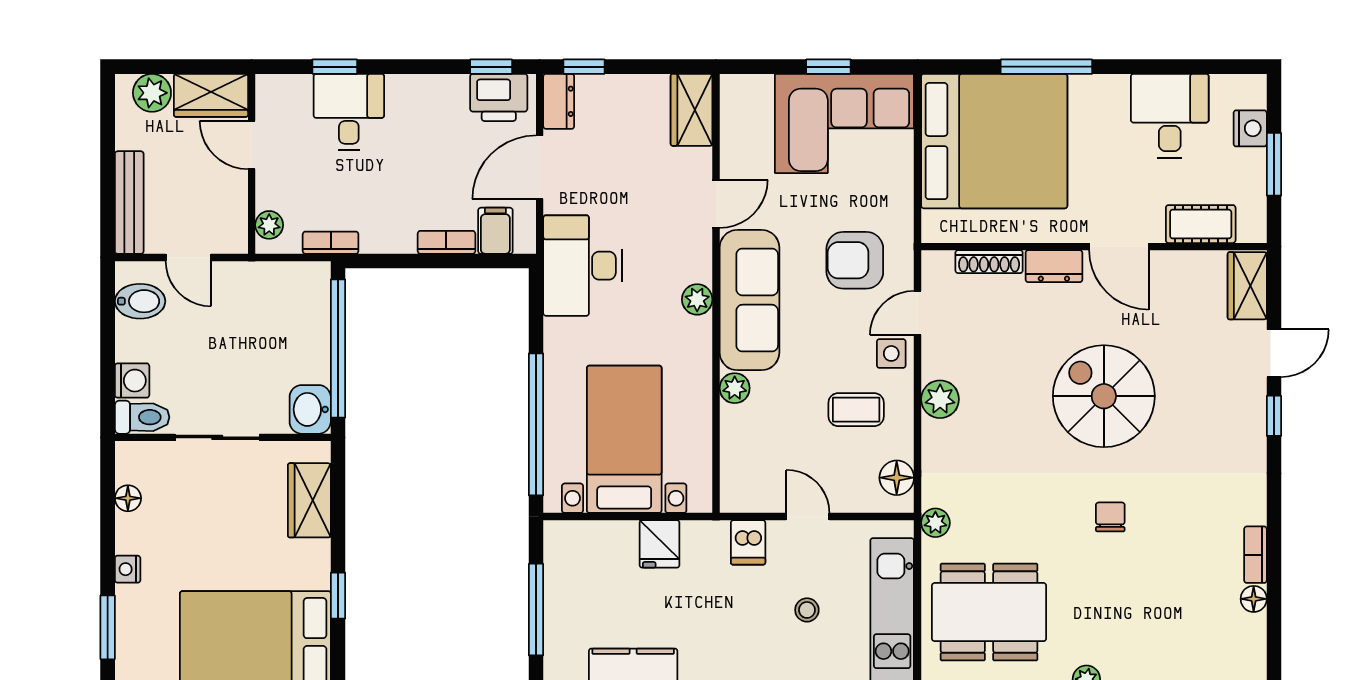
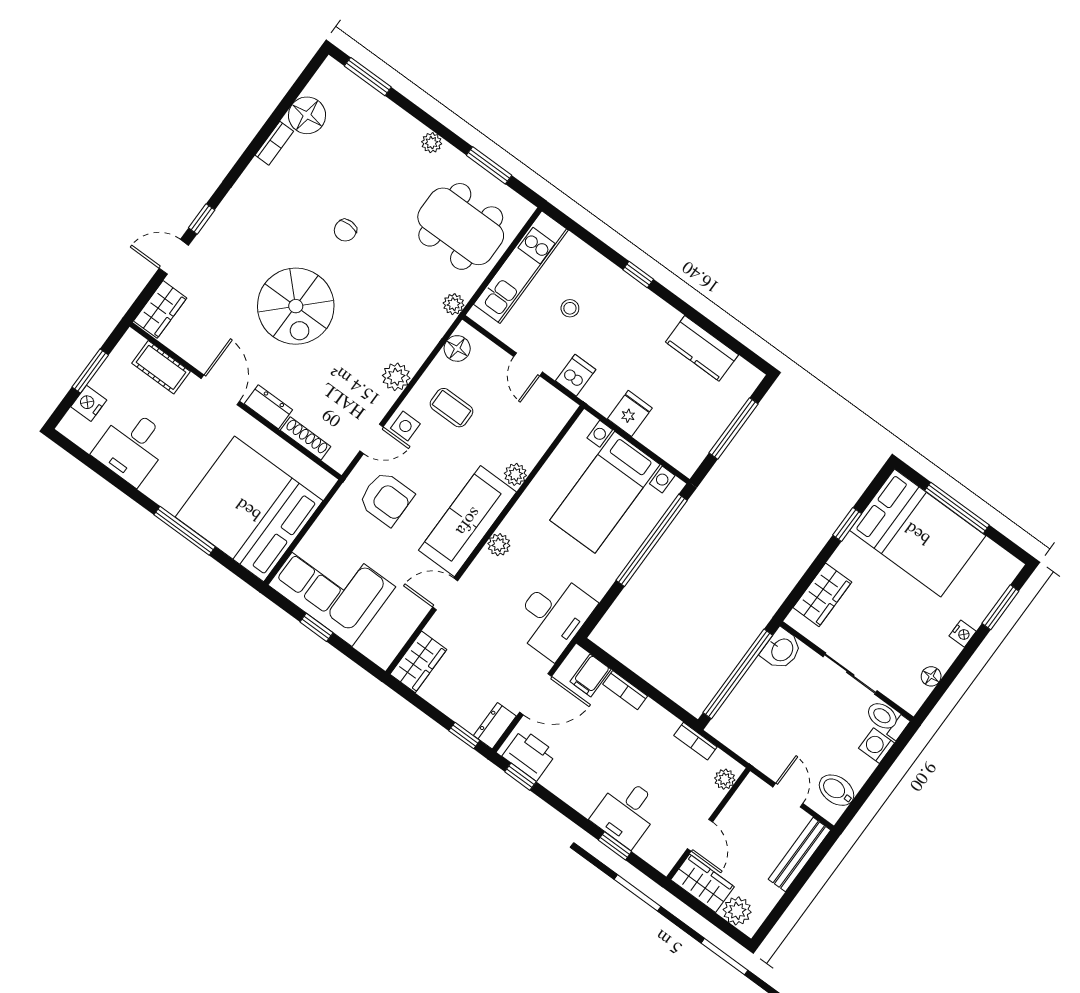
floor lamp: (1254, 599) -> (307, 115), width x1.89, depth x1.89

